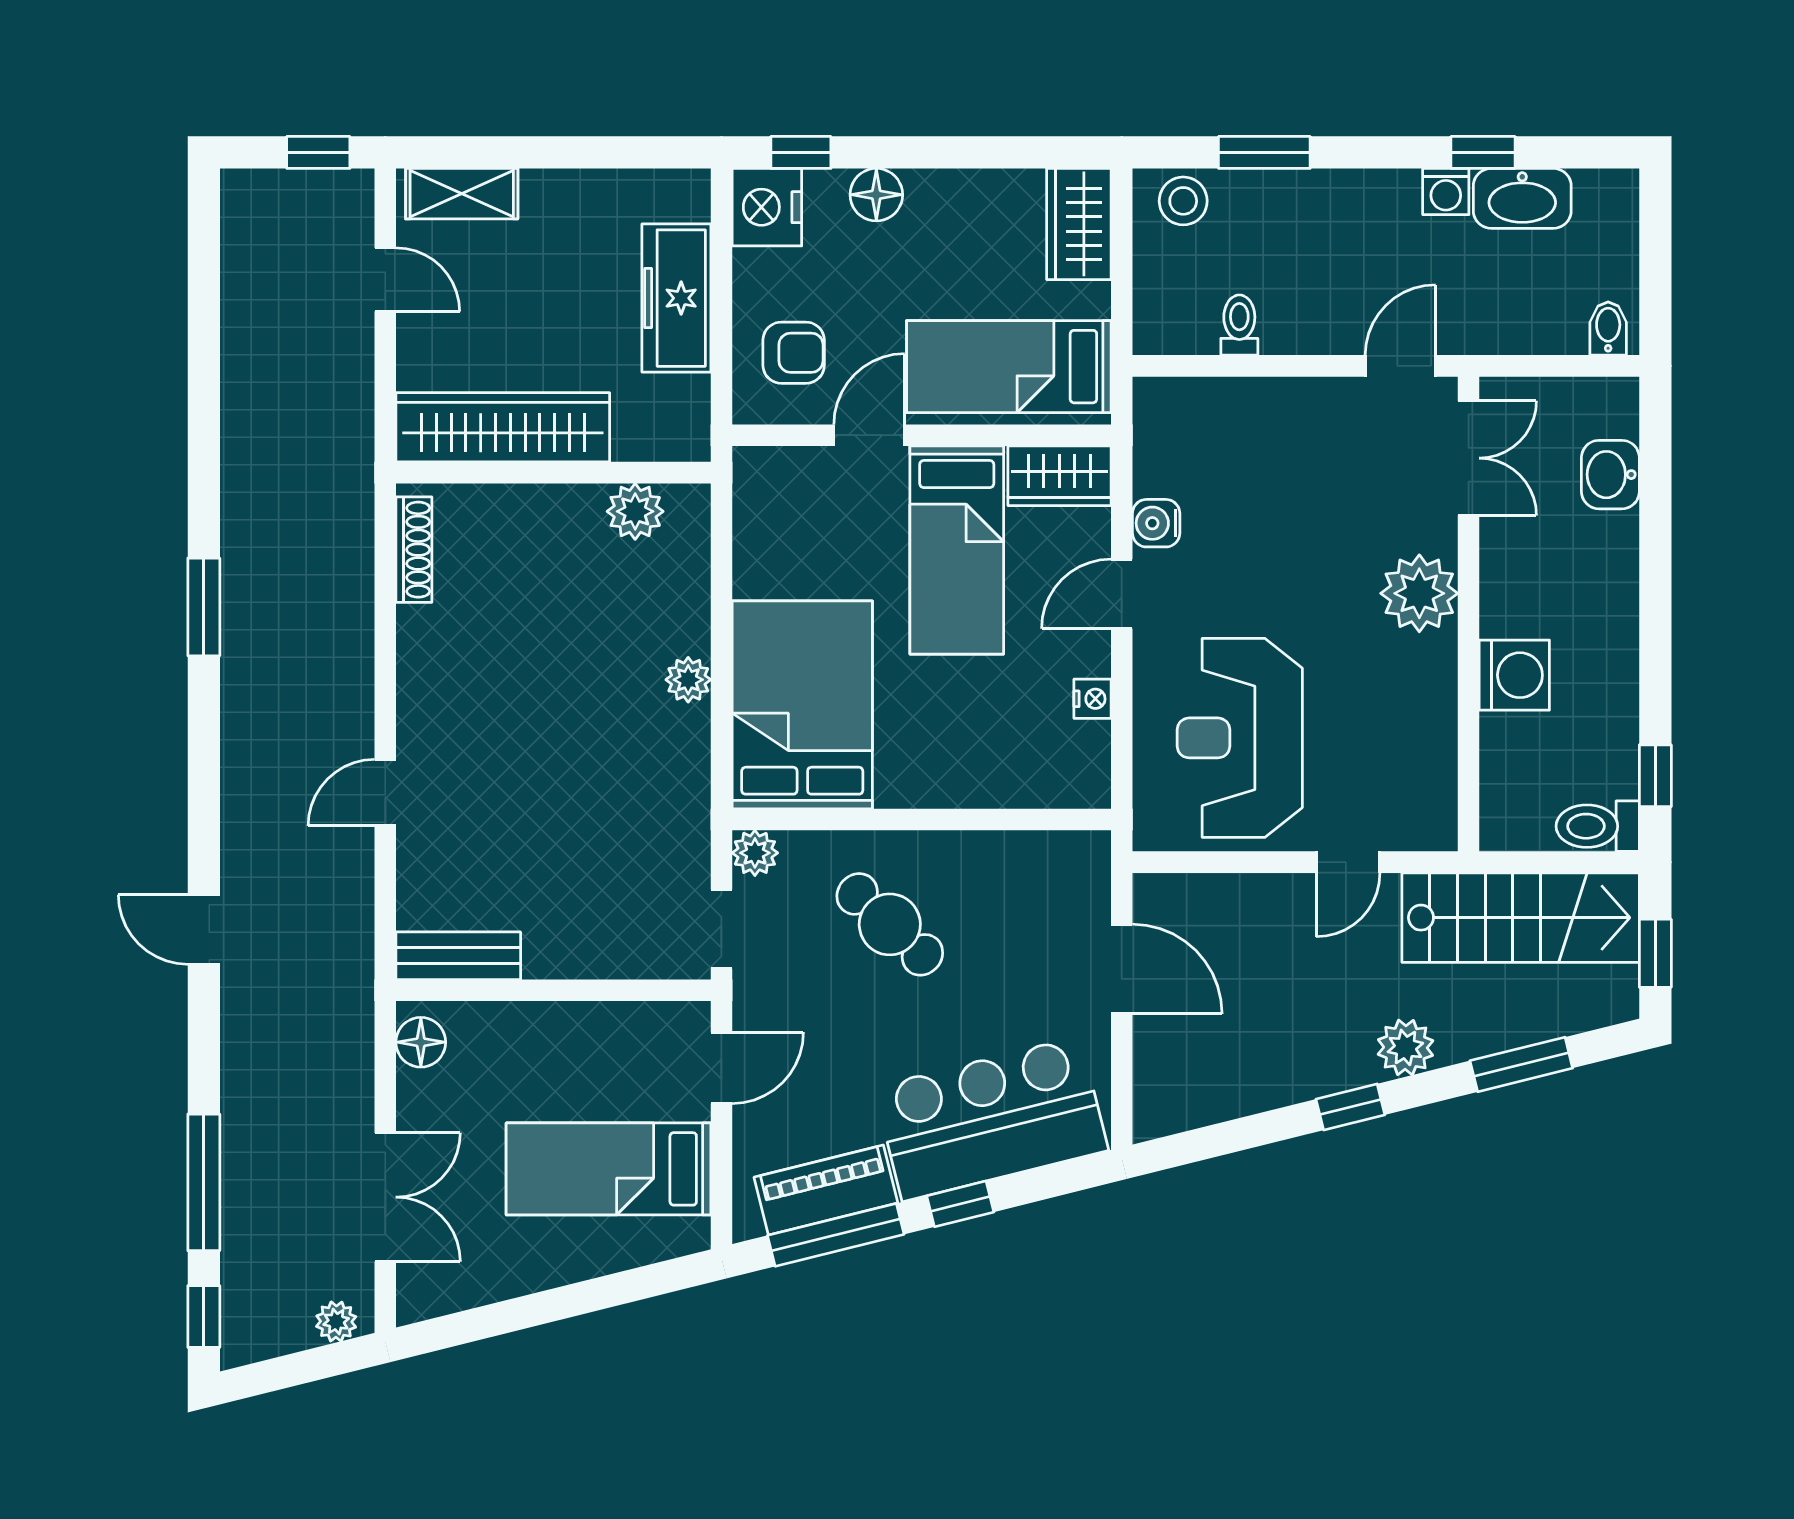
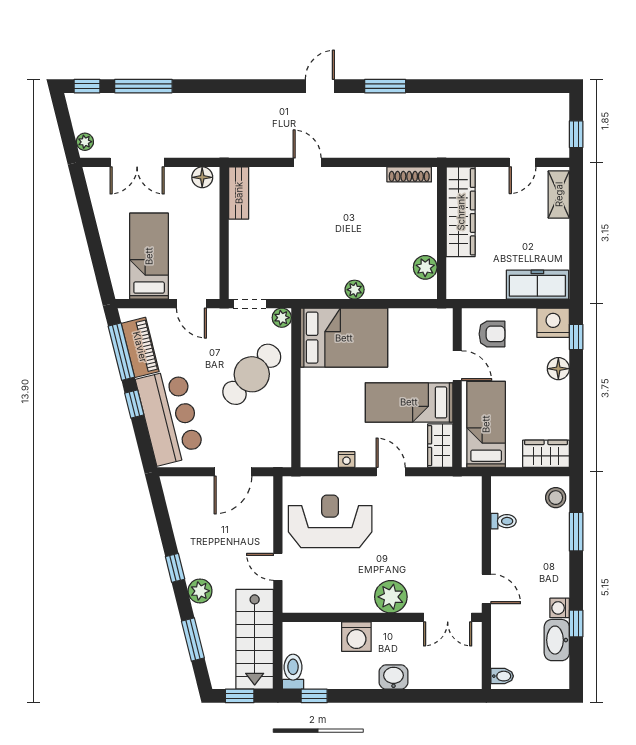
freezer: (676, 298) -> (537, 285), moved
armchair: (794, 353) -> (492, 334), turned -90
washbasin: (1610, 475) -> (394, 677), moved
water cooler: (1156, 523) -> (420, 486), removed
cafe table: (890, 924) -> (252, 374), width x1.37, depth x1.35
door: (204, 930) -> (320, 86), moved

